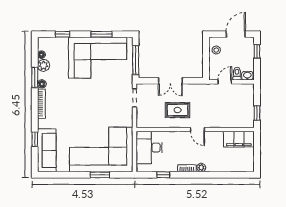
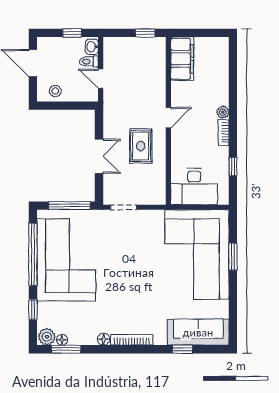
window: (101, 34) -> (33, 254), width x2.11
window: (257, 51) -> (72, 33), moved
plant: (44, 65) -> (47, 337), moved
window: (35, 77) -> (66, 349), moved

